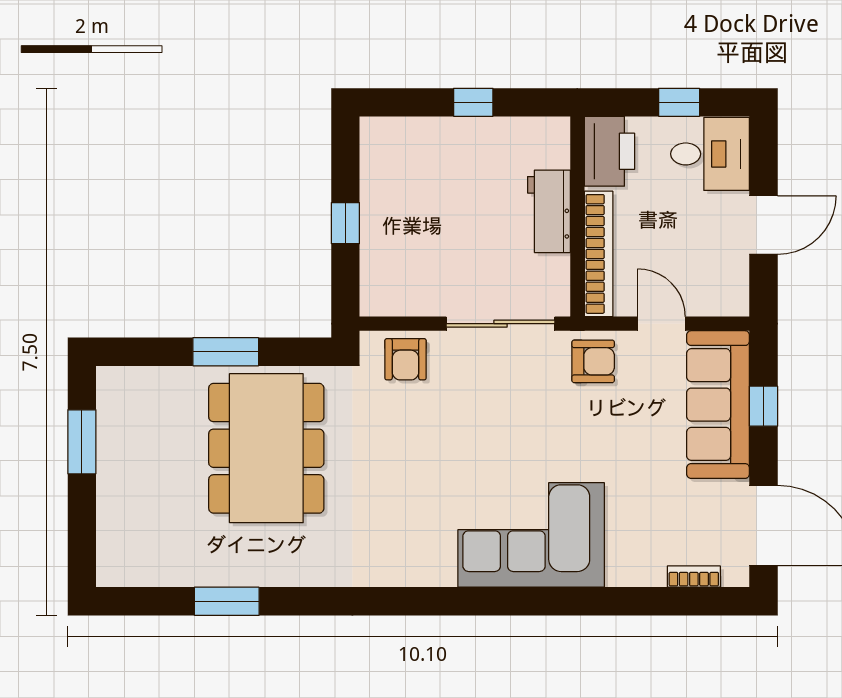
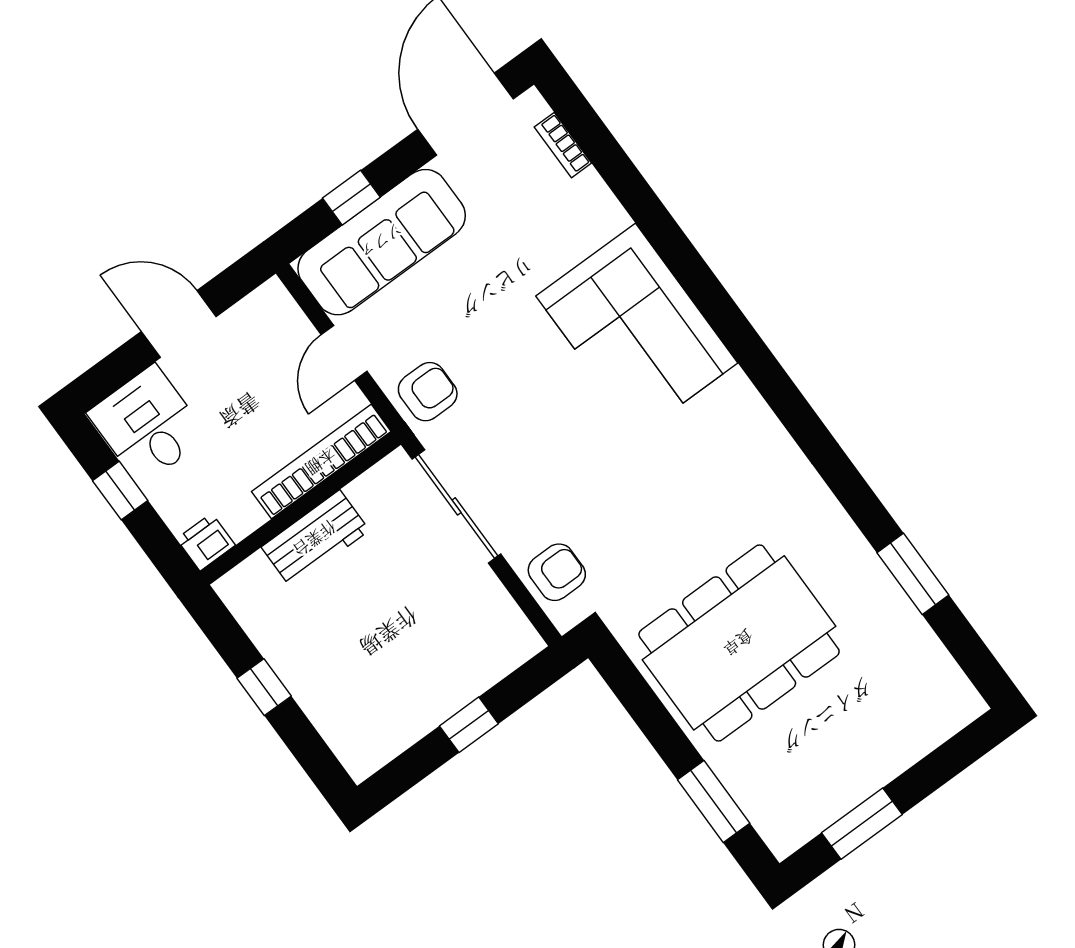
printer: (609, 151) -> (206, 542), width x0.53, depth x0.68
window: (226, 352) -> (714, 801), moved
armchair: (593, 361) -> (428, 392), turned 90

